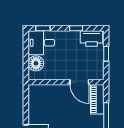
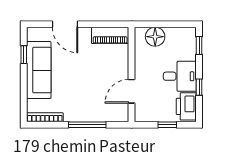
desk: (41, 43) -> (180, 76), moved, turned 90
piano: (97, 99) -> (110, 35), moved, turned 180

